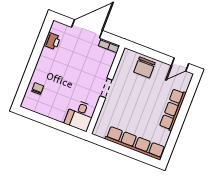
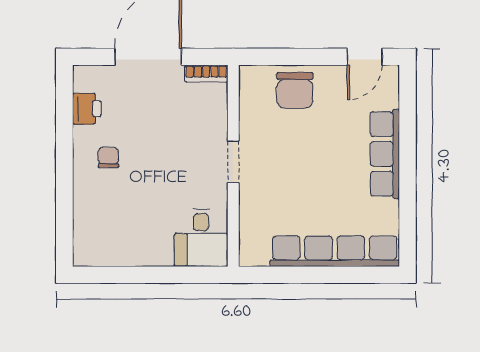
chair: (38, 89) -> (108, 157), moved

